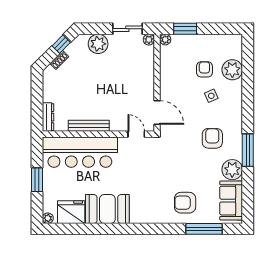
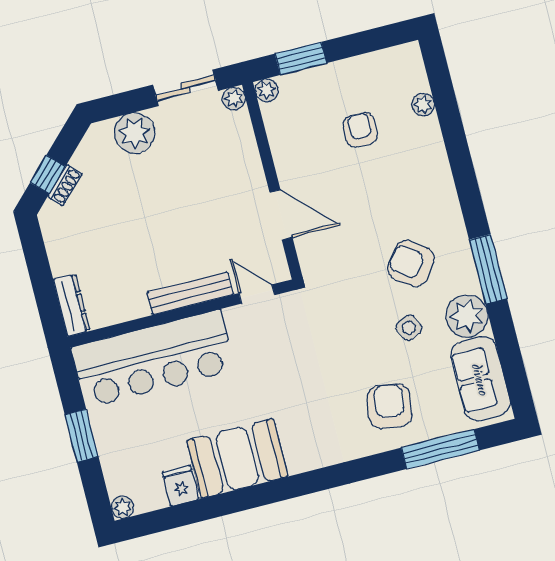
window: (61, 44) -> (48, 174), moved
plant: (232, 70) -> (423, 104), width x0.53, depth x0.53
side table: (211, 96) -> (409, 328), moved
door: (157, 112) -> (281, 215), moved
bench: (89, 126) -> (190, 293), moved
armchair: (212, 138) -> (411, 264), turned -53
armchair: (185, 203) -> (389, 406), turned 99
fridge: (71, 212) -> (181, 486), width x0.53, depth x0.75

